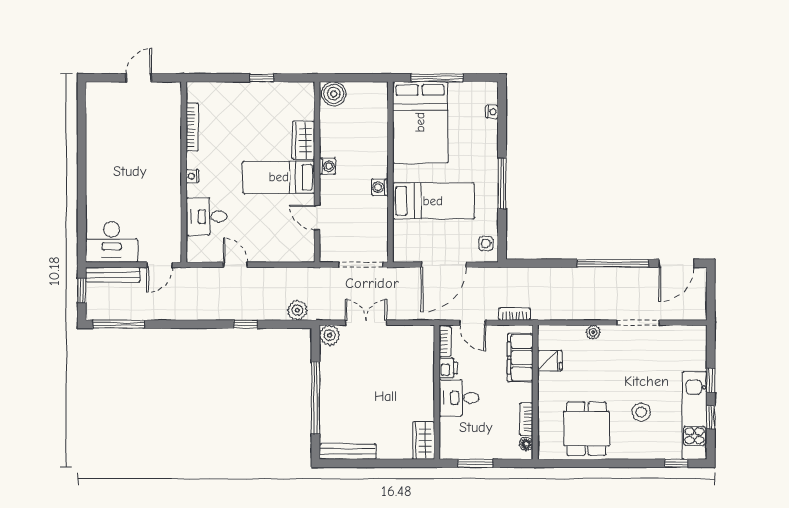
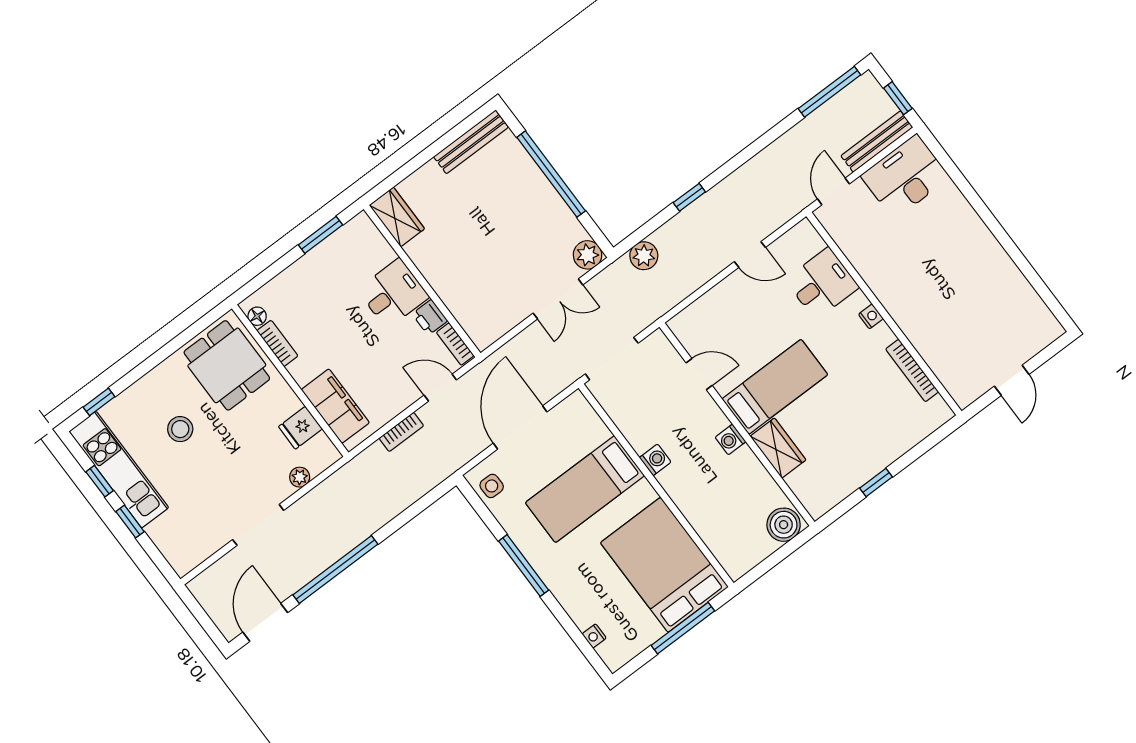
filing cabinet: (520, 358) -> (335, 406), moved
fridge: (550, 360) -> (300, 428), moved
wall: (535, 392) -> (290, 381), moved
bookcase: (526, 419) -> (277, 343), moved
floor lamp: (526, 444) -> (257, 316), moved

